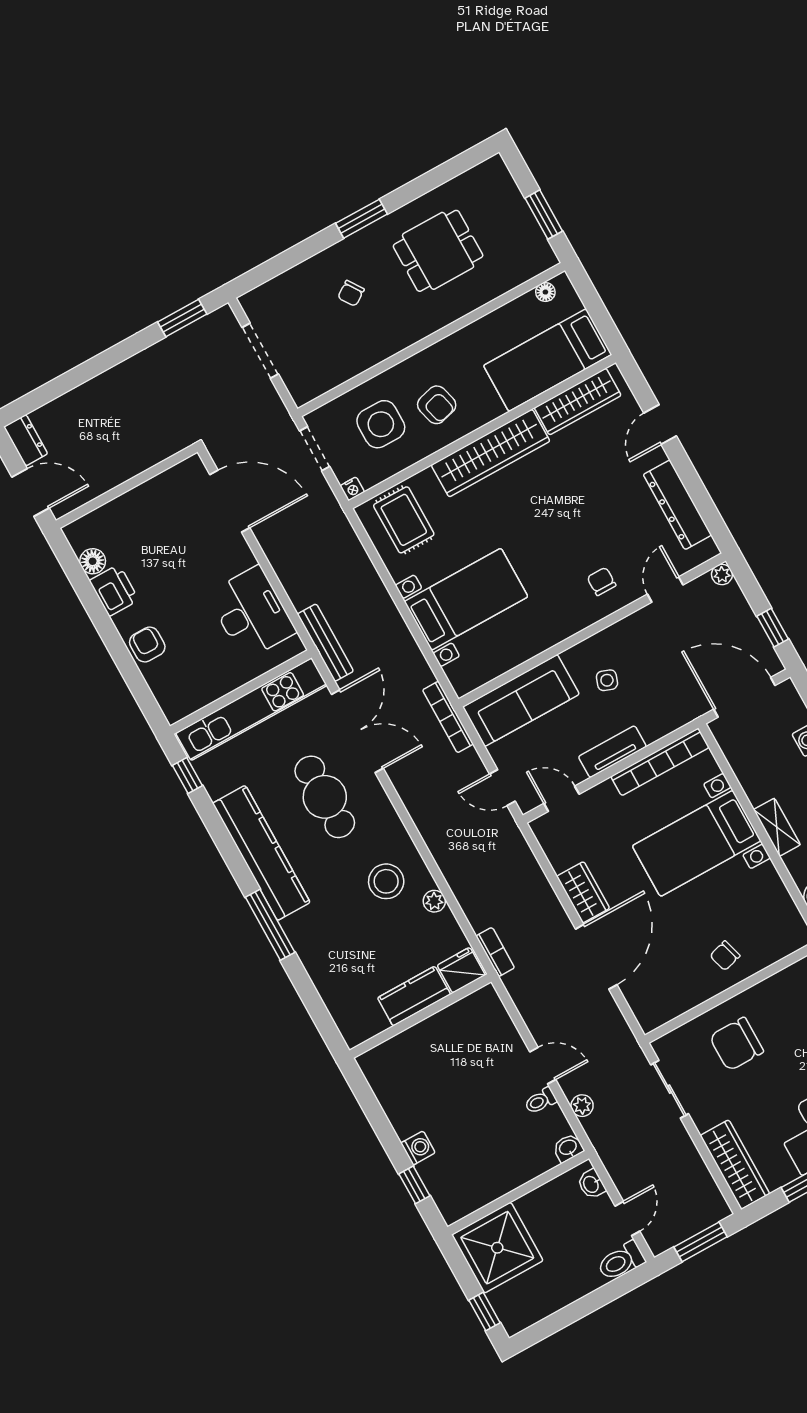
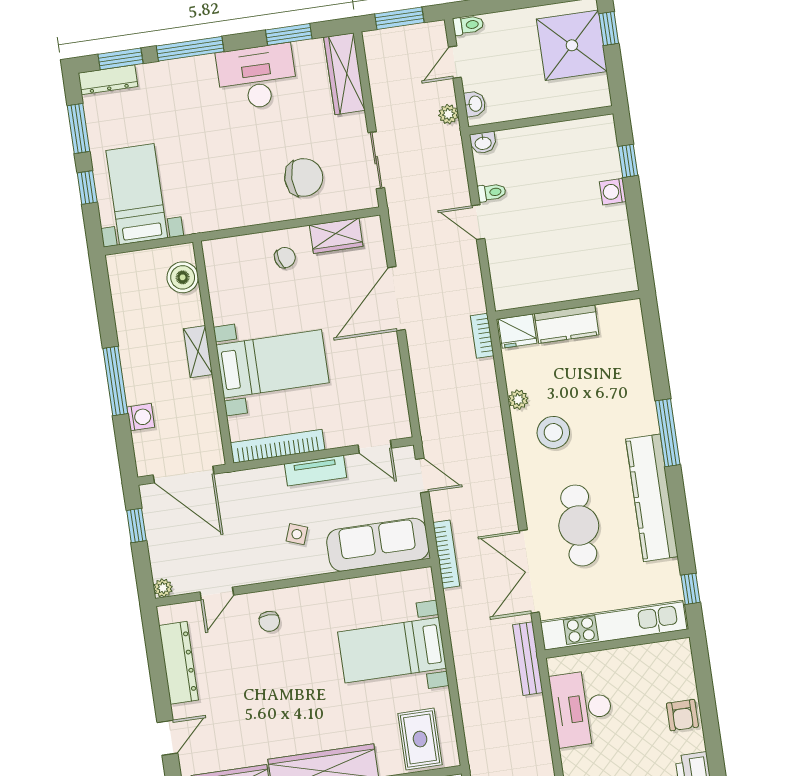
wardrobe: (583, 892) -> (336, 236), moved, turned -90
plant: (582, 1106) -> (448, 114), moved
shower: (497, 1248) -> (572, 45), moved
toilet: (621, 1261) -> (468, 25), width x0.73, depth x0.72

